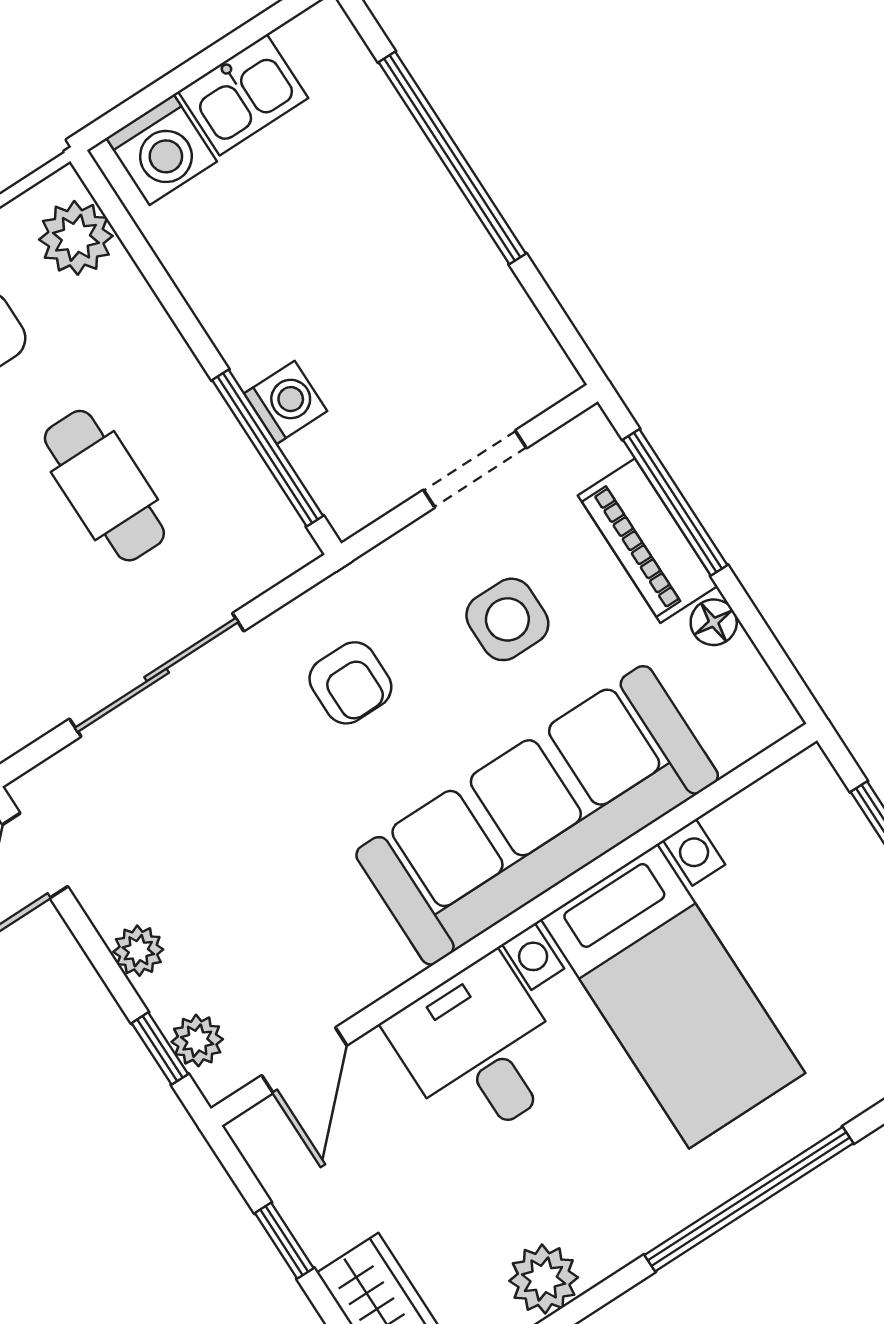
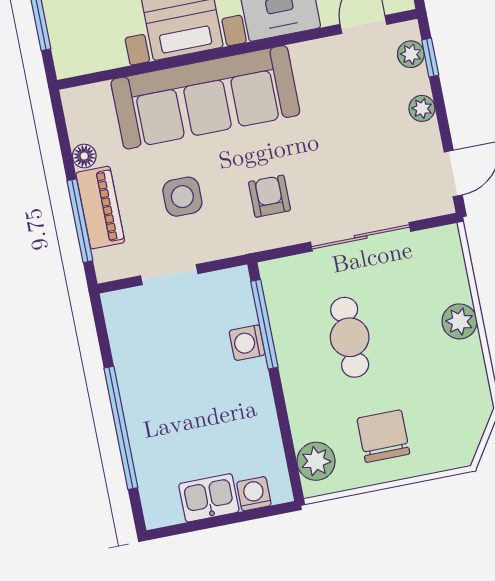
washing machine: (162, 150) -> (254, 494), width x0.73, depth x0.73

